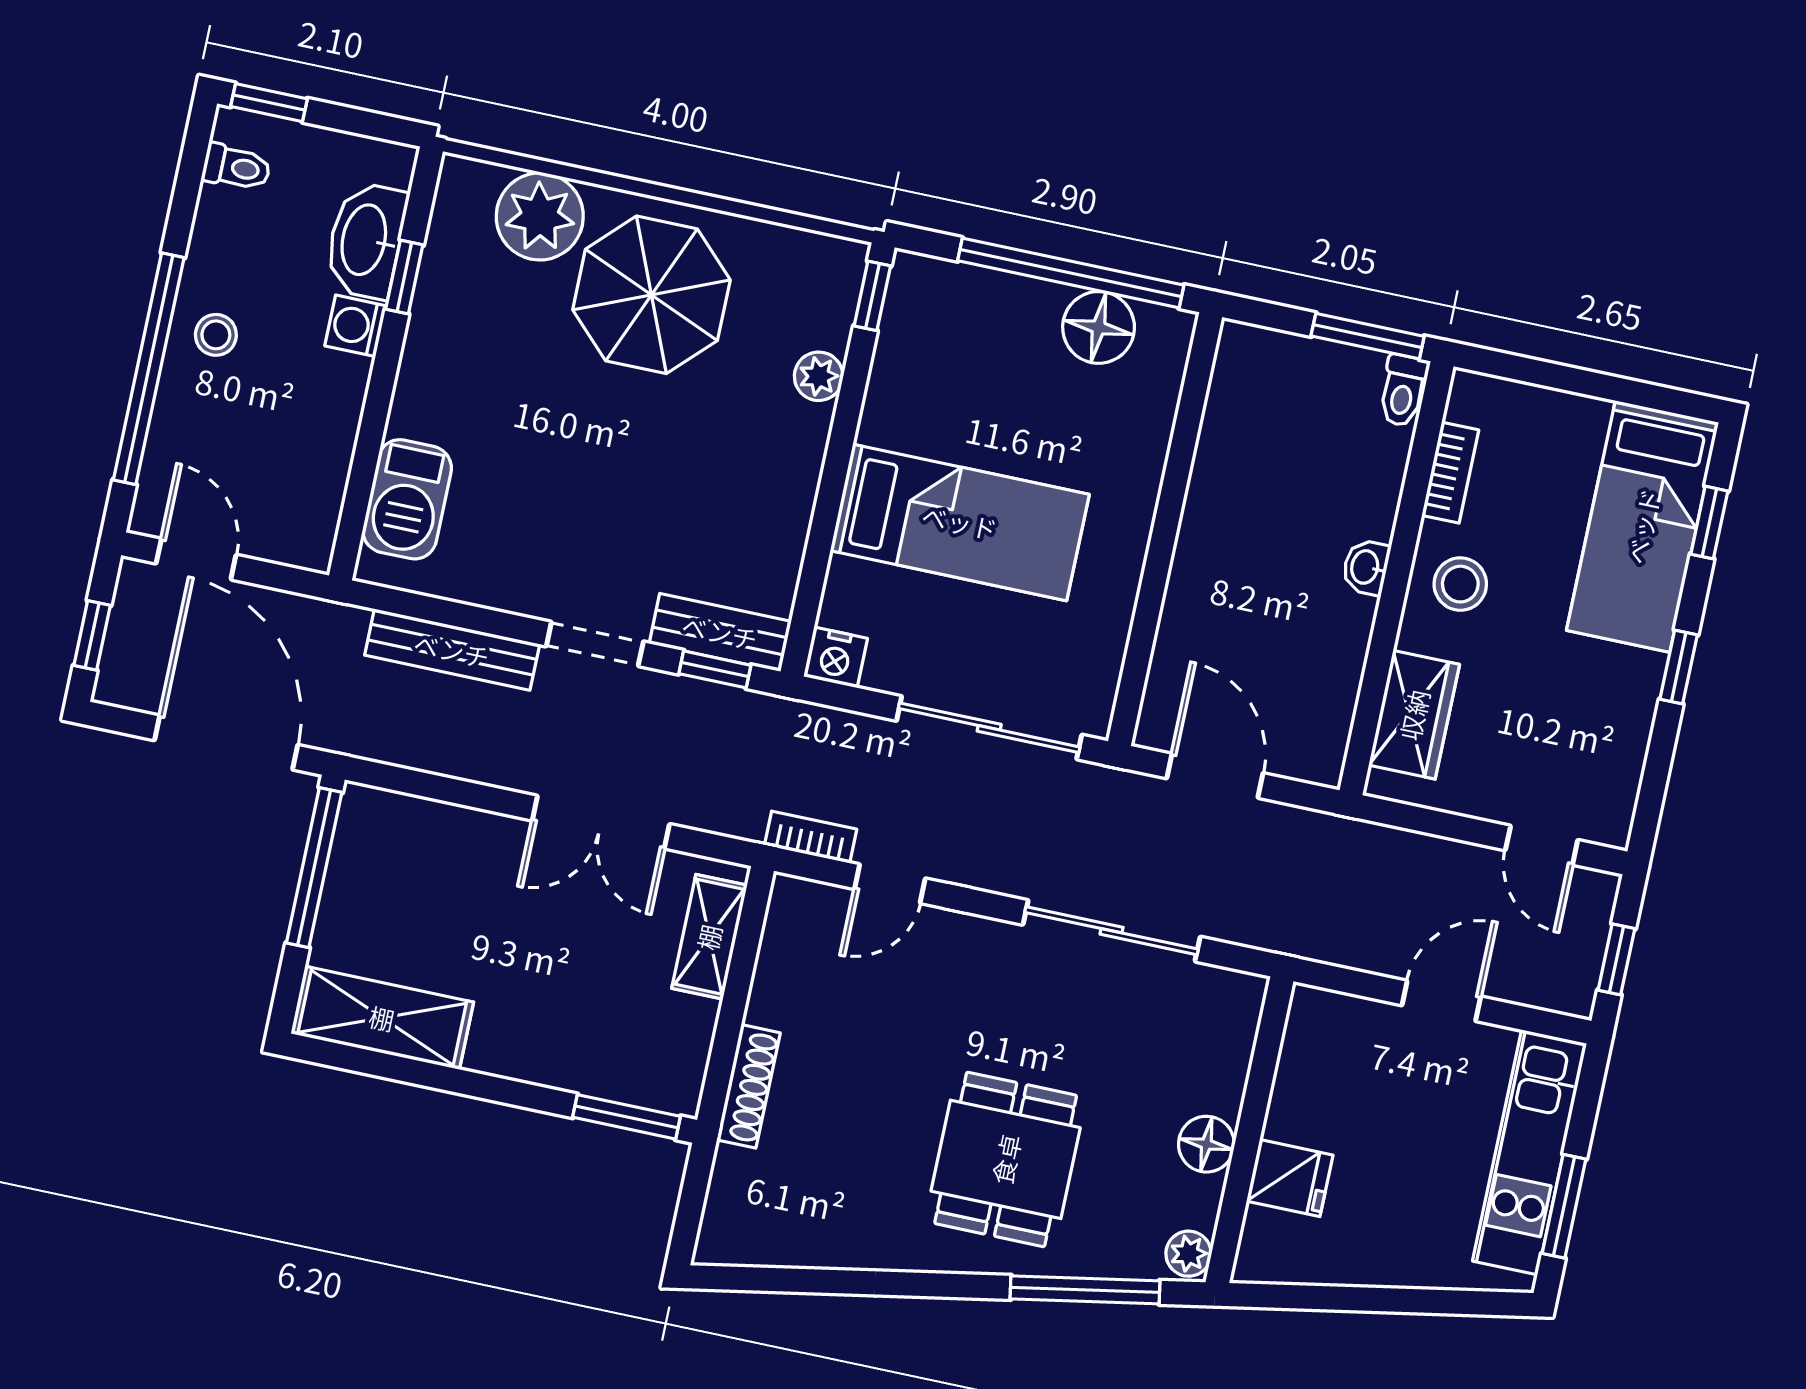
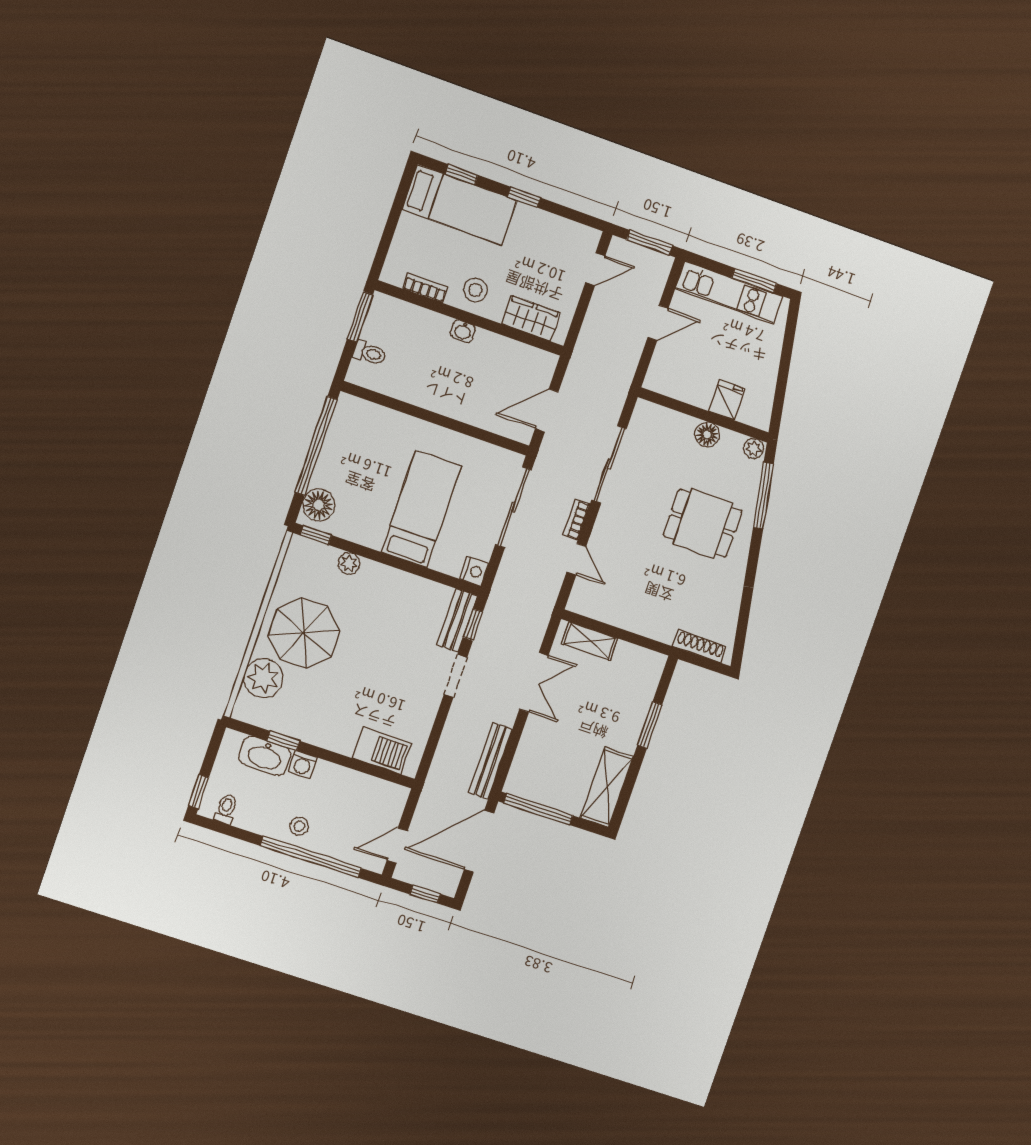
floor lamp: (1099, 327) -> (319, 505), moved
toilet: (1403, 391) -> (370, 353), moved
bench: (452, 650) -> (490, 761), moved
bookcase: (811, 837) -> (577, 520), moved
window: (1616, 959) -> (650, 243), width x1.50
door: (1441, 1001) -> (658, 323), swing flipped
shoe rack: (748, 1086) -> (700, 646), moved
window: (626, 1117) -> (650, 725), moved

